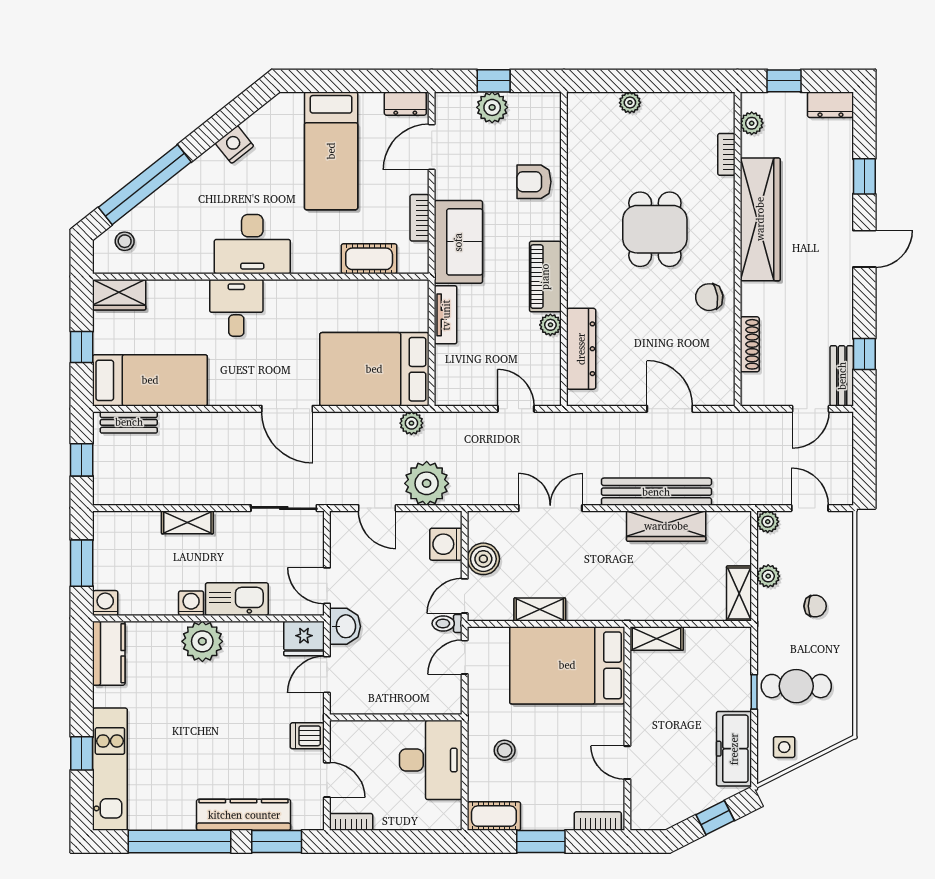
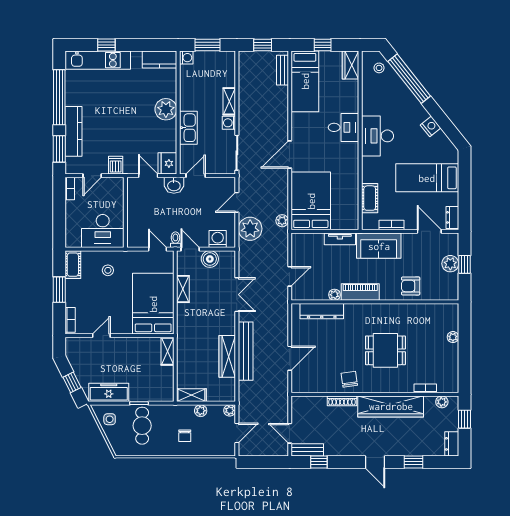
armchair: (534, 182) -> (411, 286), turned -90
shoe rack: (750, 344) -> (342, 401), moved
washing machine: (191, 603) -> (229, 123), moved, turned 180

